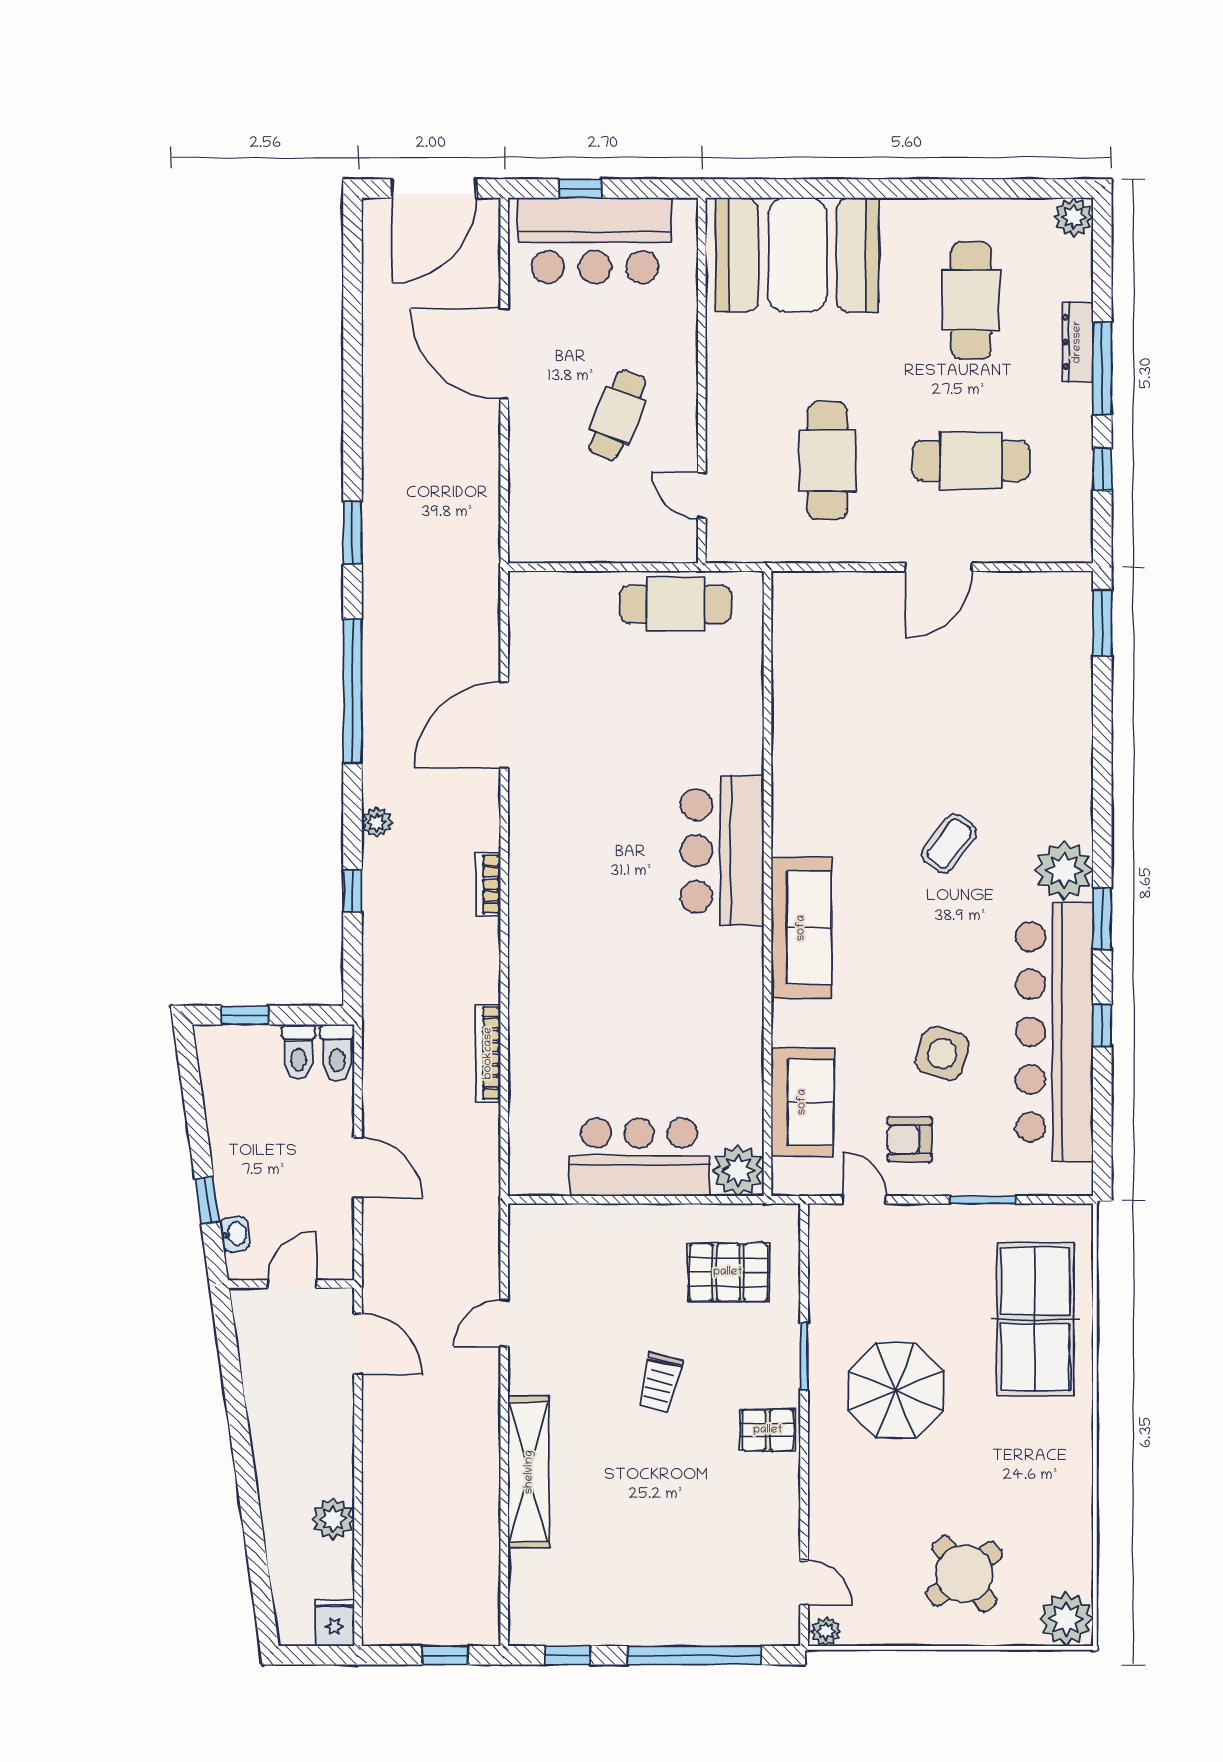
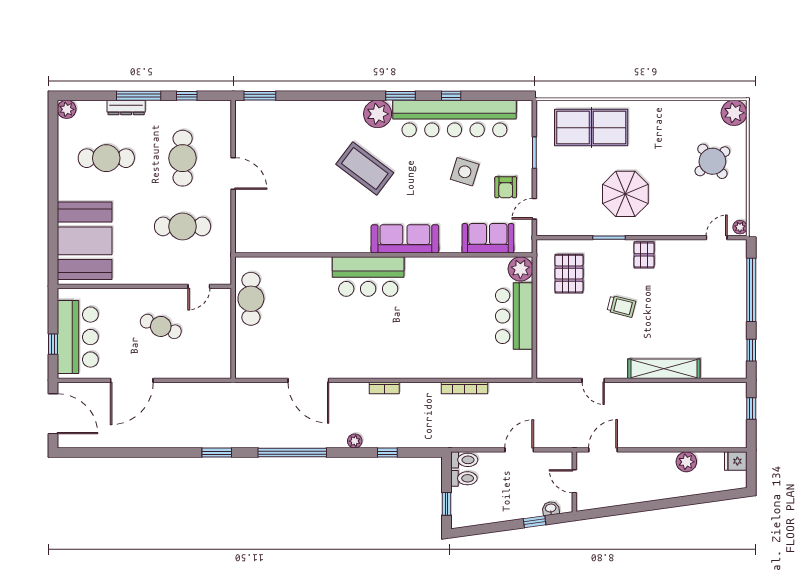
coffee table: (949, 843) -> (365, 169), width x1.86, depth x1.72

